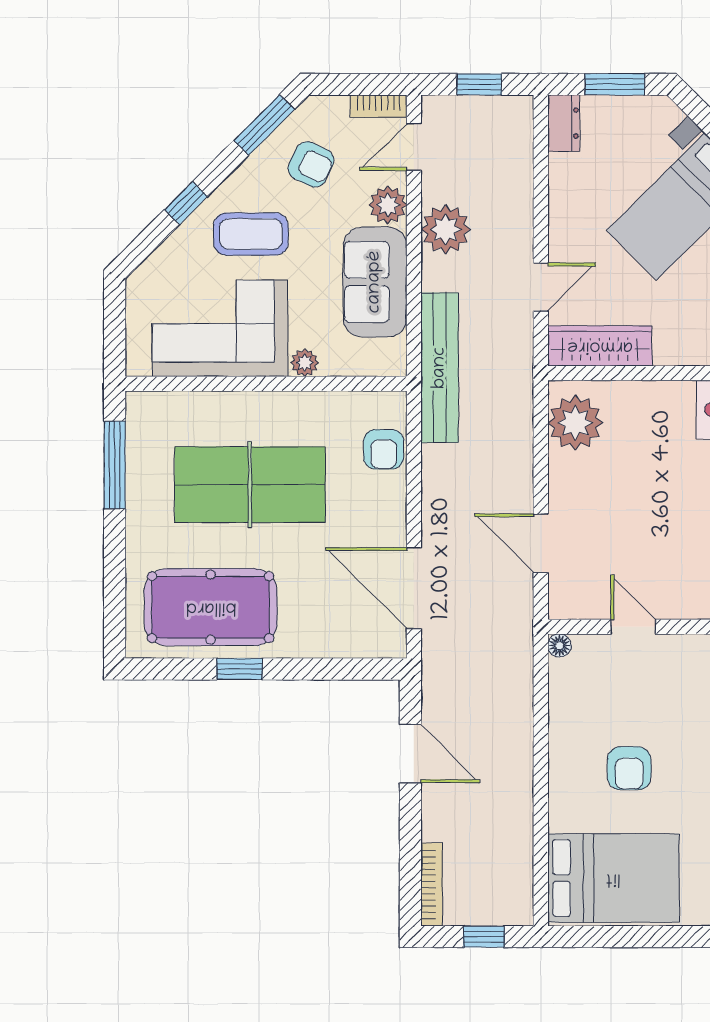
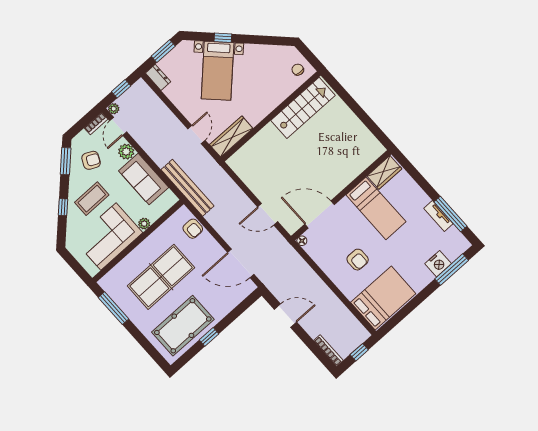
plant: (446, 229) -> (114, 109), moved, width x0.53, depth x0.53
plant: (575, 423) -> (245, 167), removed
door: (633, 627) -> (320, 214), width x1.88

